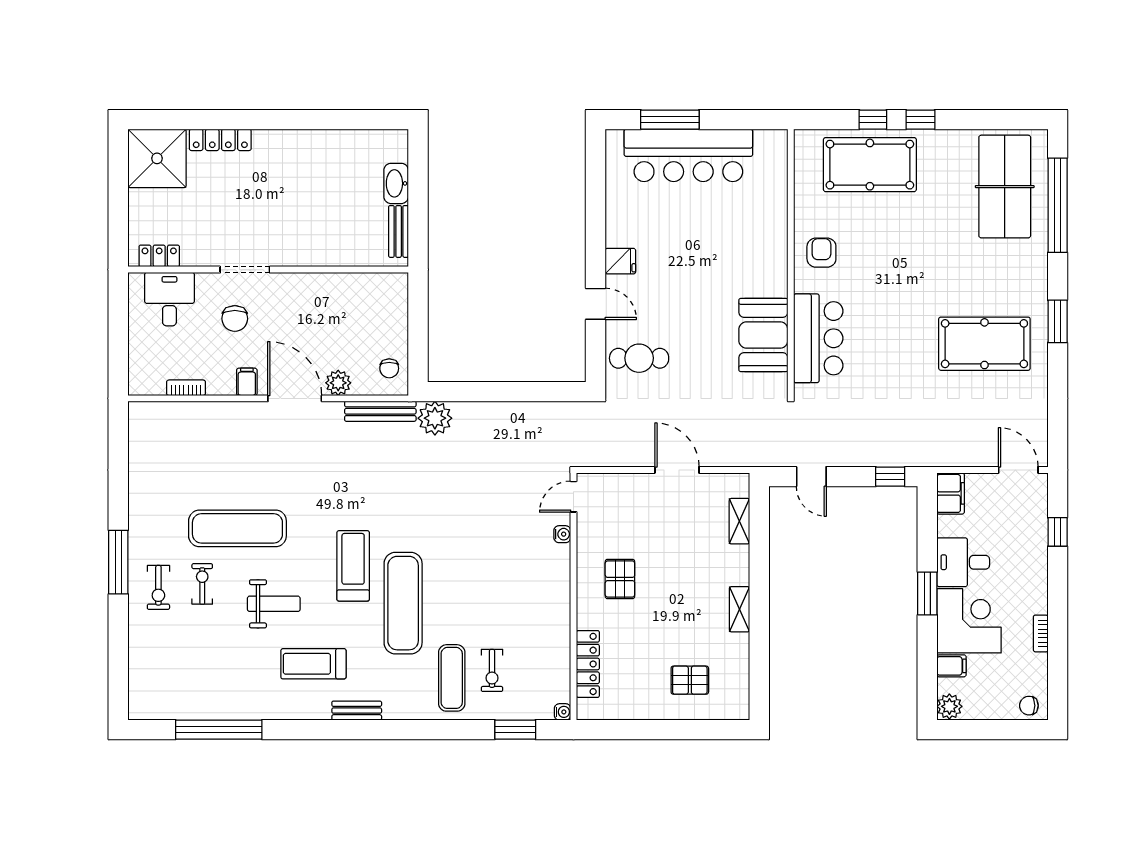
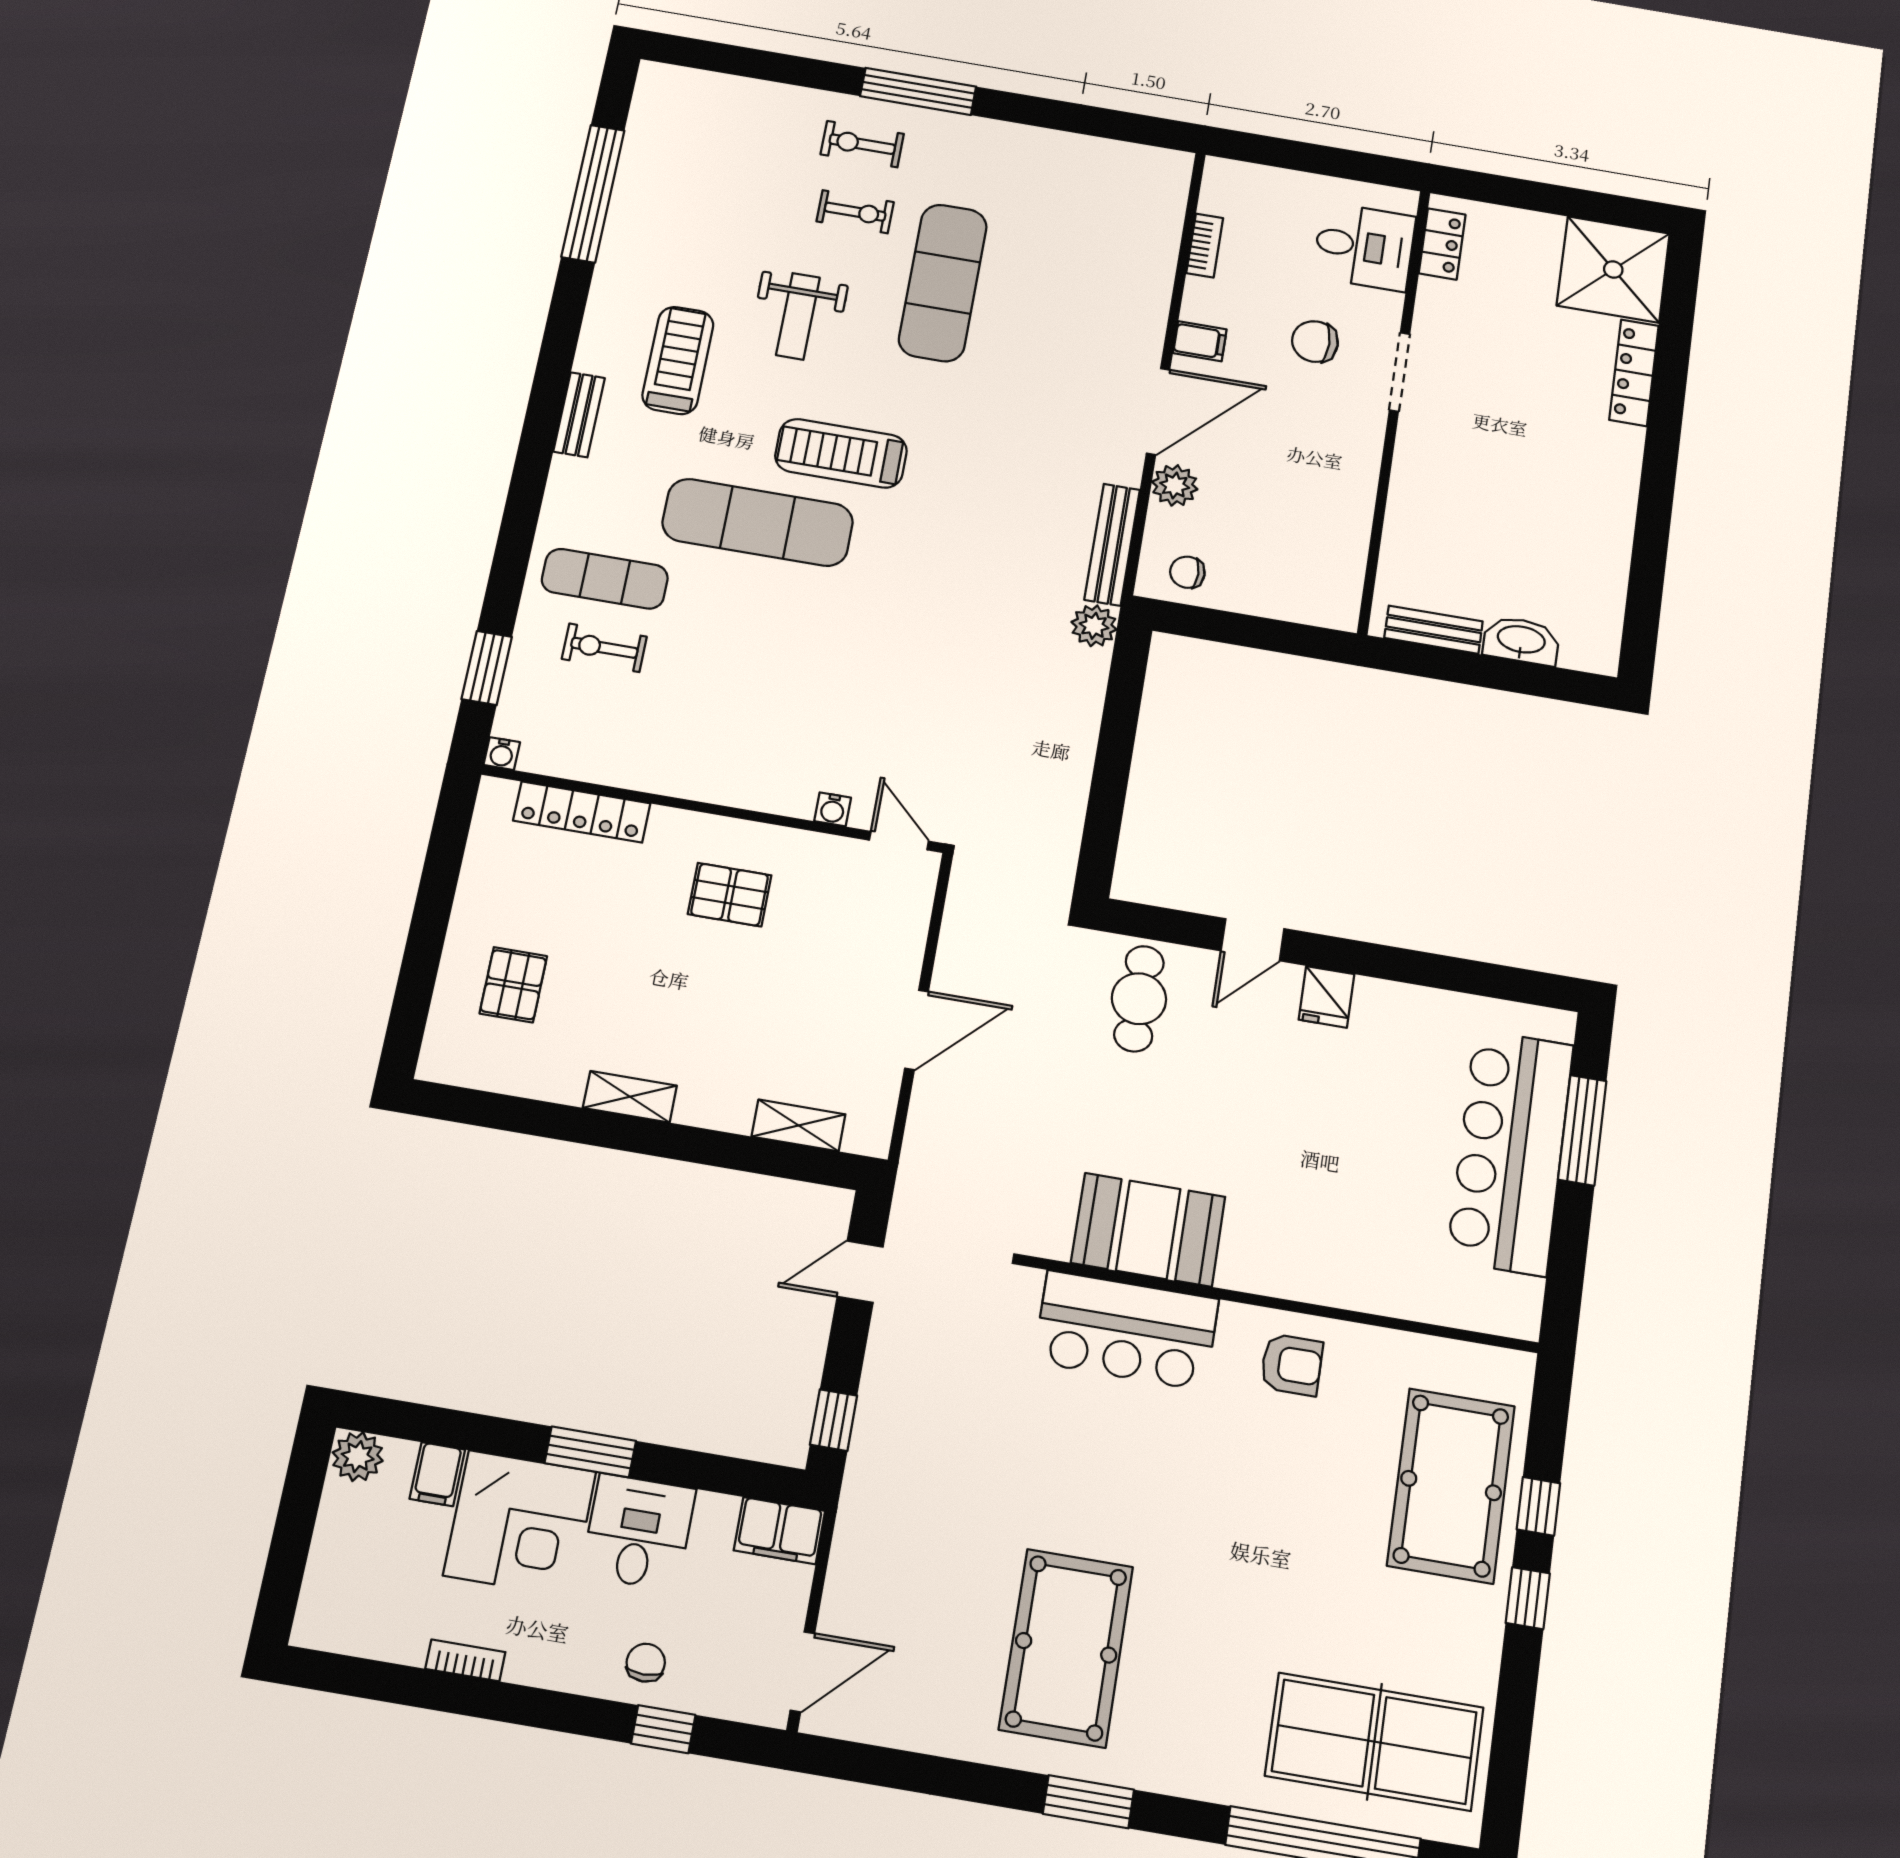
plant: (435, 418) -> (1094, 626), width x0.73, depth x0.73
treadmill: (353, 566) -> (841, 453), turned 180
chair: (1029, 706) -> (646, 1663), moved

